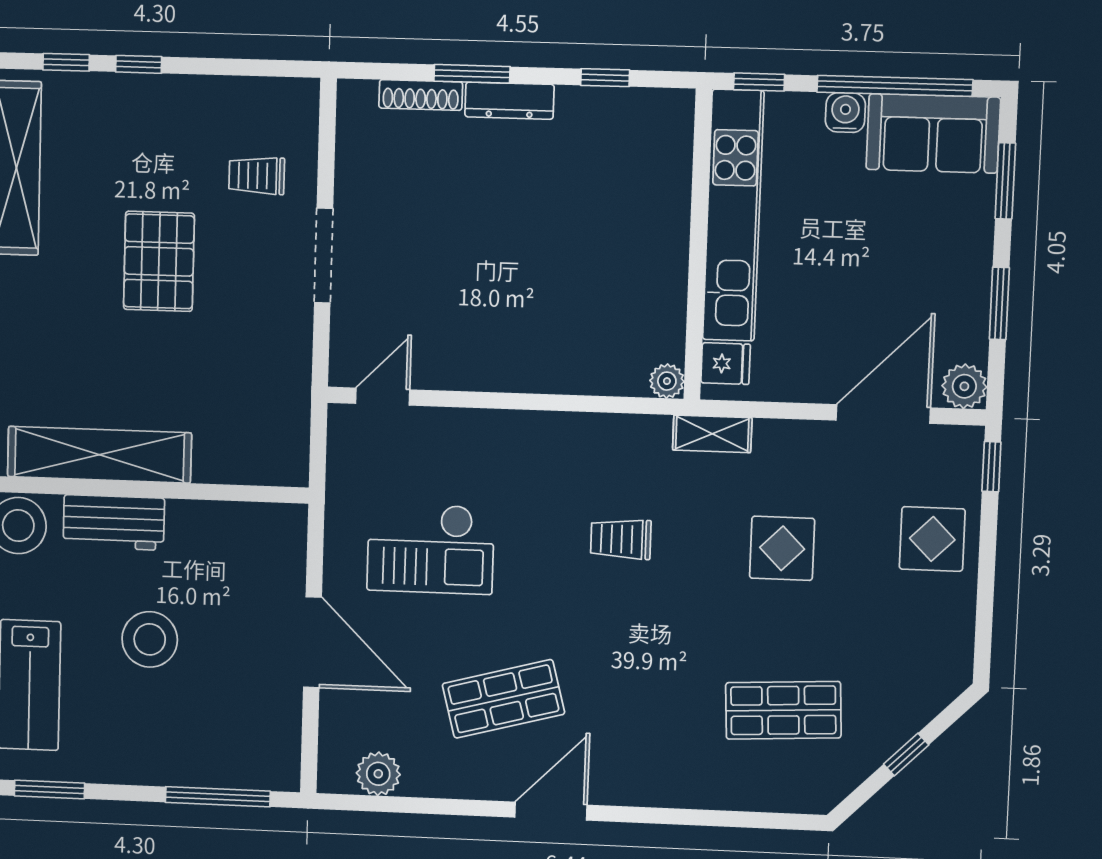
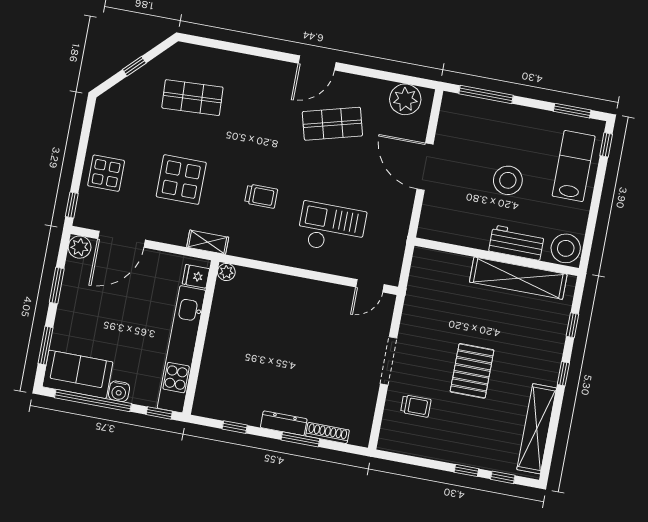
display table: (782, 548) -> (181, 180), width x1.36, depth x1.36
checkout: (431, 549) -> (331, 228), moved
plant: (378, 774) -> (405, 99), width x1.36, depth x1.36

